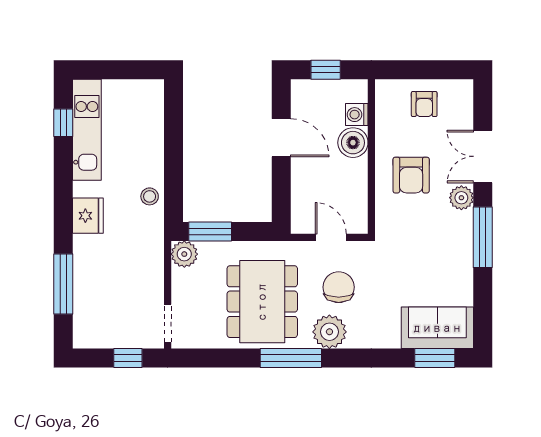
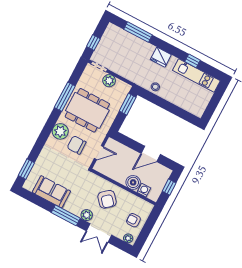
plant: (464, 96) -> (128, 238), added
window: (63, 123) -> (193, 61), moved
double door: (483, 156) -> (99, 233), swing flipped
armchair: (411, 175) -> (107, 199), turned -131
plant: (184, 254) -> (109, 81), moved
chair: (339, 287) -> (77, 145), turned 180
sofa: (437, 328) -> (51, 192), moved, turned -90
window: (291, 358) -> (65, 97), moved

